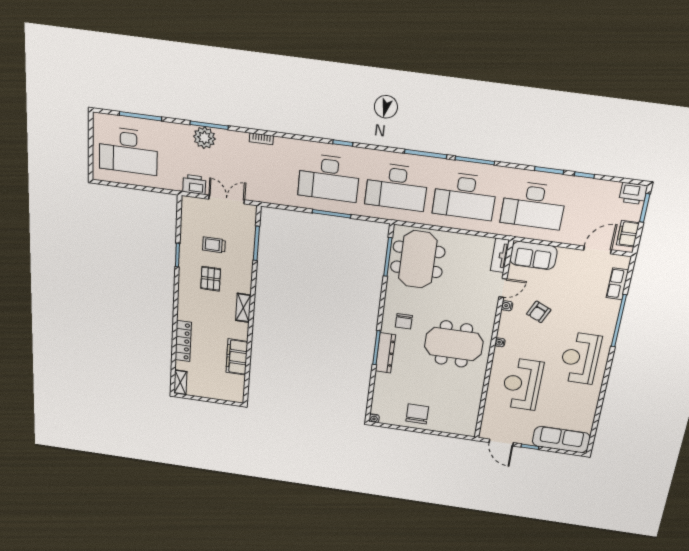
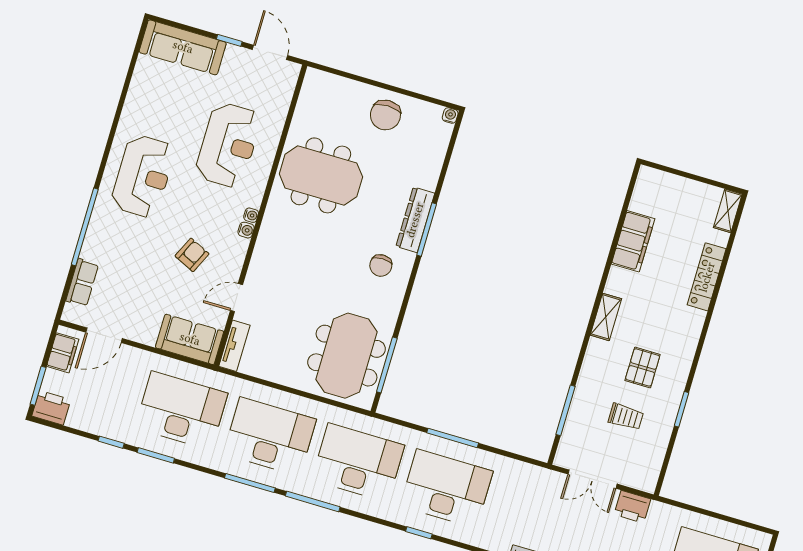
water cooler: (507, 306) -> (246, 230), moved
chair: (404, 321) -> (381, 265), turned 180
meeting table: (454, 344) -> (321, 175), moved

